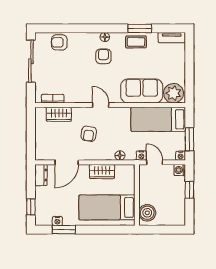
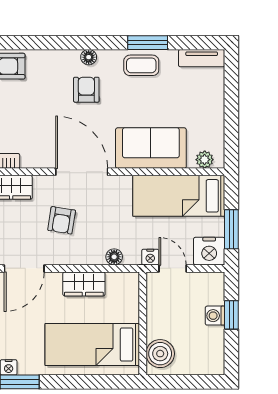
plant: (174, 93) -> (205, 160), width x0.53, depth x0.53
door: (101, 105) -> (82, 172), width x1.88
nightstand: (181, 156) -> (209, 251), width x1.89, depth x1.79
washing machine: (180, 170) -> (215, 316), moved

